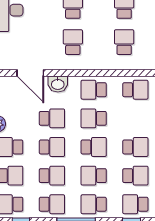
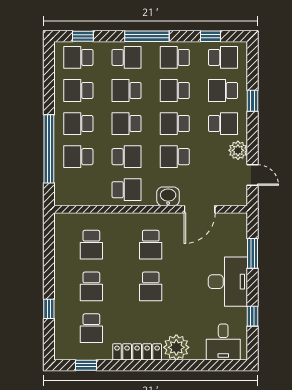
door: (30, 73) -> (200, 209), swing flipped
school desk: (135, 90) -> (78, 157), moved
school desk: (94, 176) -> (127, 90), turned 180
school desk: (135, 204) -> (78, 57), turned 180

